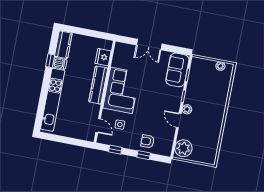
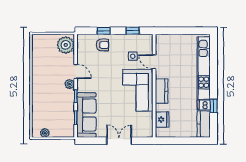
sofa: (177, 70) -> (86, 115), width x1.36
kitchen counter: (98, 85) -> (162, 91), width x0.67
door: (98, 126) -> (154, 62), moved

